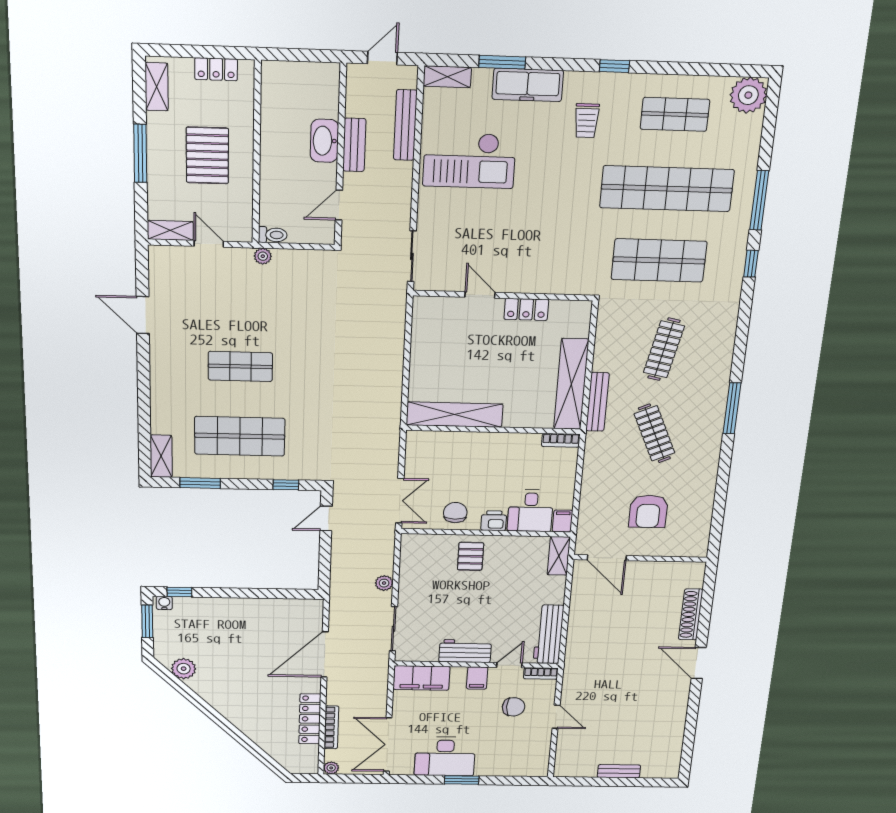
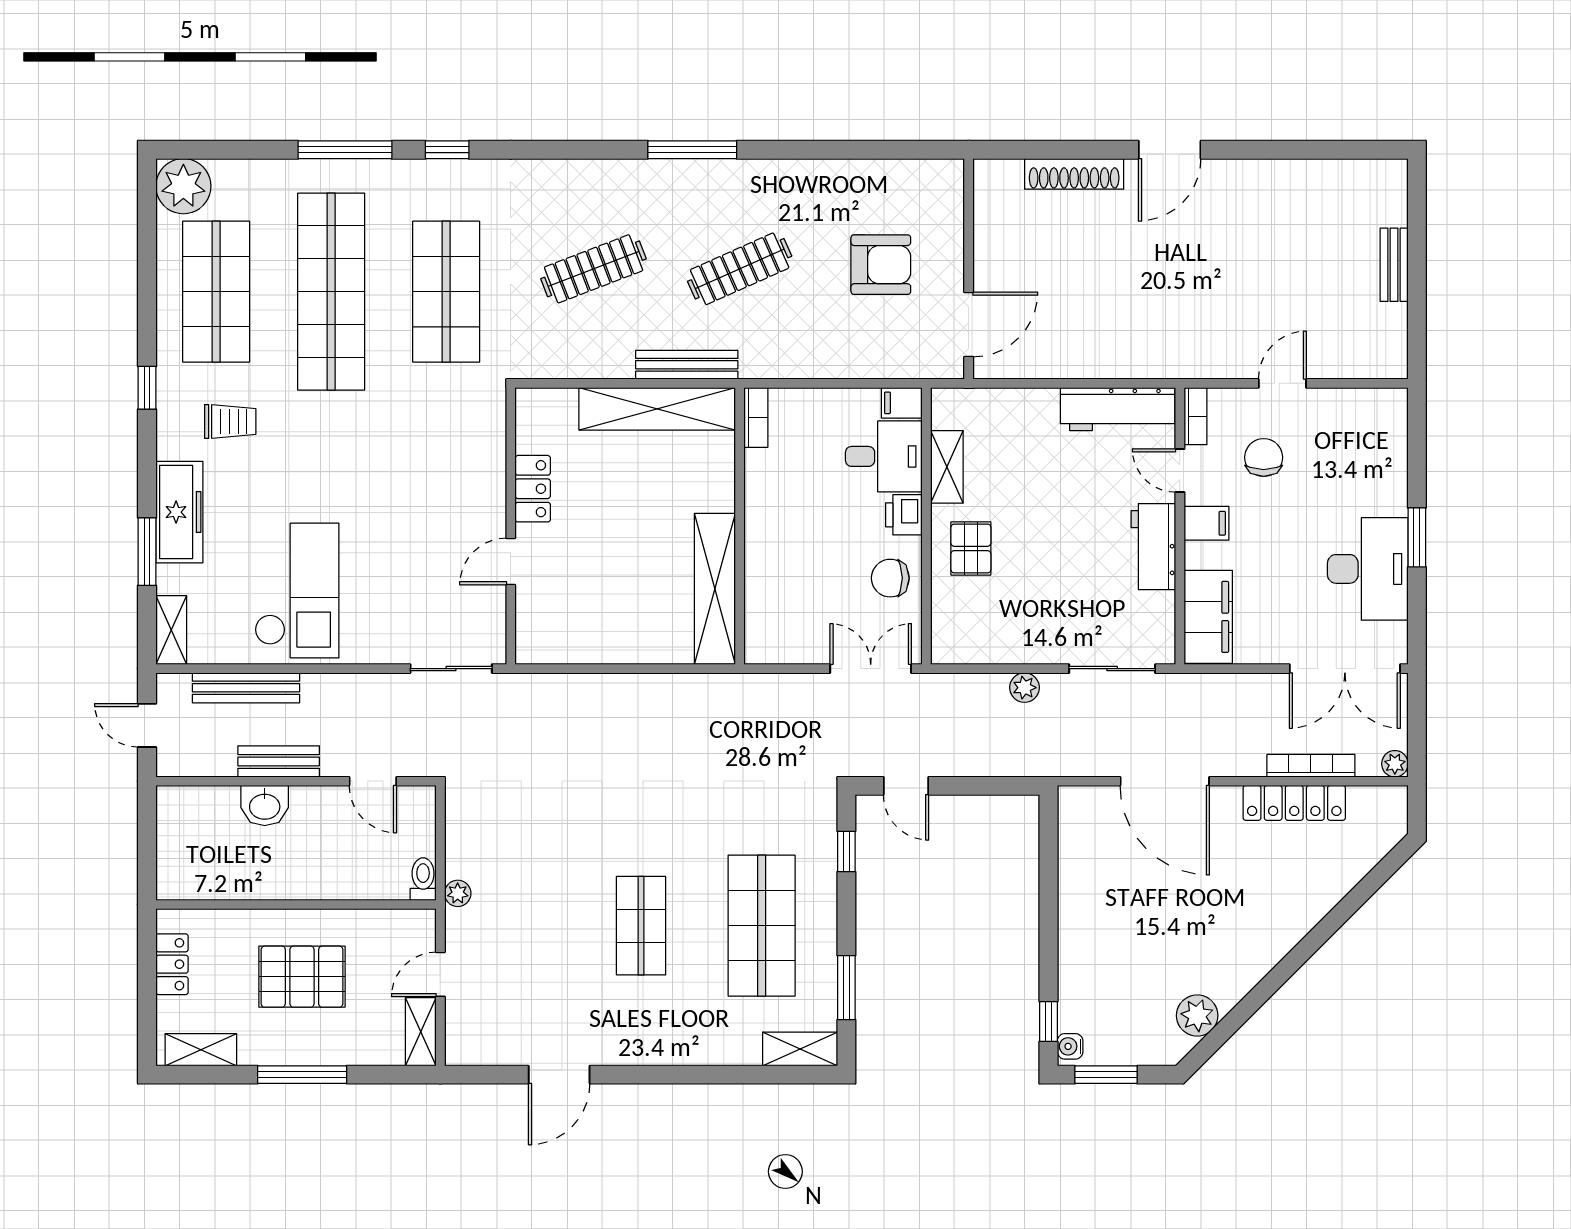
shop shelf: (675, 114) -> (216, 292), width x1.43, depth x1.36
washbasin: (324, 141) -> (265, 806), width x0.72
clothes rail: (664, 349) -> (594, 269), turned -33
pallet: (471, 556) -> (971, 548), turned 90
shelving: (559, 556) -> (947, 467), moved, turned 90

